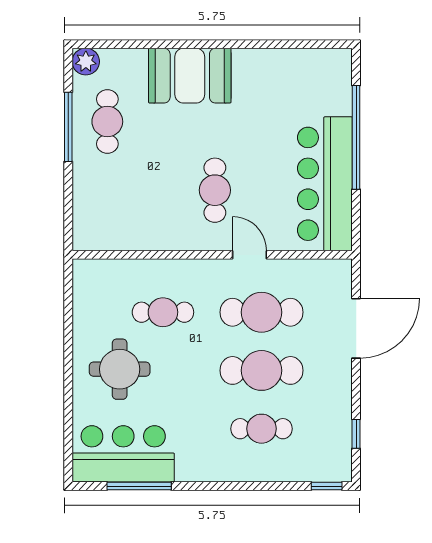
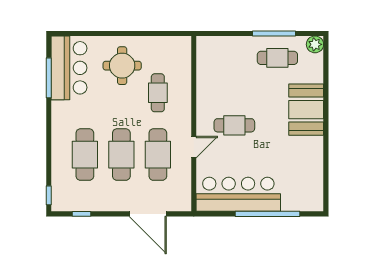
cafe table: (261, 429) -> (85, 155), width x1.37, depth x1.35

